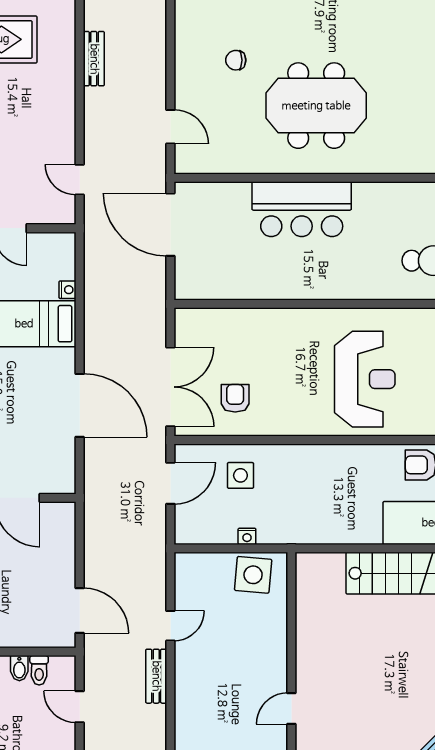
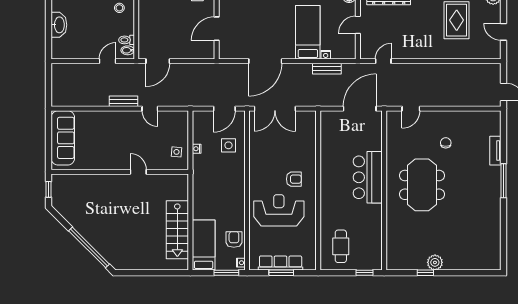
bench: (94, 59) -> (327, 69), moved
reception desk: (365, 379) -> (279, 210), turned 180
armchair: (235, 398) -> (294, 179), moved
door: (170, 483) -> (224, 109), hinge flipped
side table: (253, 575) -> (176, 152), width x0.54, depth x0.54
bidet: (19, 668) -> (128, 50), moved
door: (291, 709) -> (138, 172), moved

